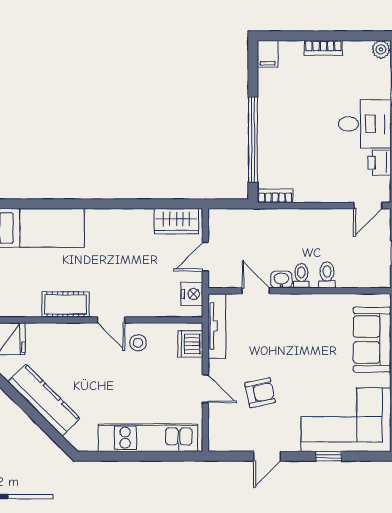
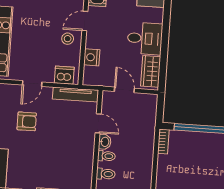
desk: (130, 233) -> (145, 38), added
door: (256, 291) -> (98, 123), hinge flipped
nightstand: (192, 294) -> (92, 57), moved, turned 90
armchair: (260, 393) -> (27, 121), turned -78

